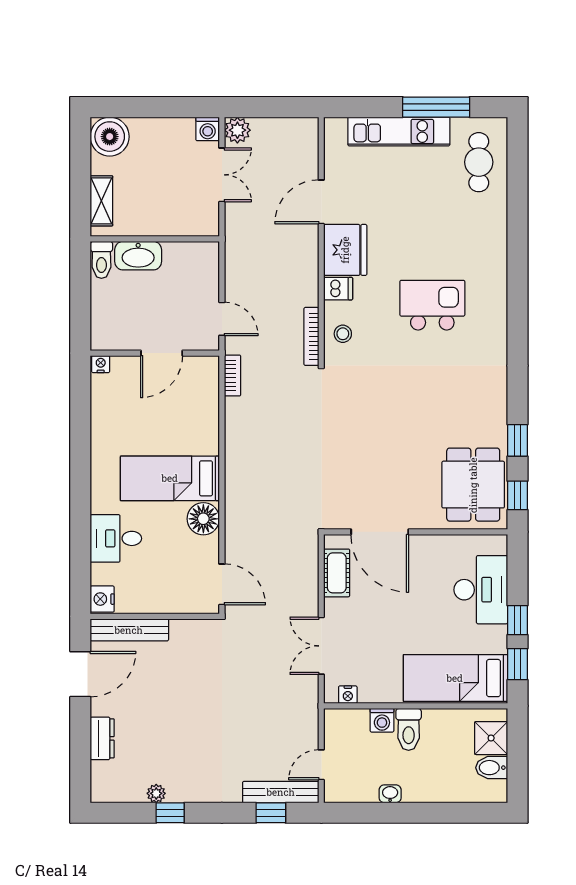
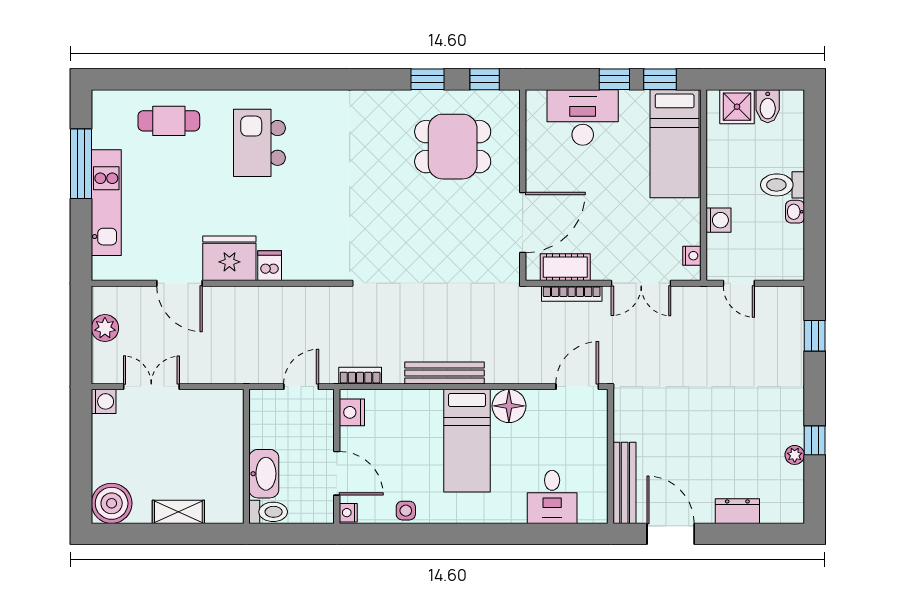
plant: (237, 130) -> (105, 328), moved
cafe table: (479, 162) -> (169, 121), moved
wall: (155, 239) -> (246, 456), moved
washbasin: (138, 256) -> (264, 474), moved
toilet: (101, 260) -> (268, 512), moved
kitchen island: (432, 305) -> (259, 143), moved
stool: (343, 334) -> (317, 261), removed
bookcase: (311, 336) -> (572, 294), moved
door: (162, 353) -> (337, 473), moved
side table: (103, 420) -> (406, 511), added
dining table: (473, 485) -> (453, 147), moved
desk: (116, 538) -> (552, 497), moved
nightstand: (102, 599) -> (352, 412), moved, turned 90
toilet: (409, 729) -> (782, 185), moved, turned 180
door: (321, 765) -> (739, 283), moved
bench: (281, 792) -> (445, 373), moved, turned 90

